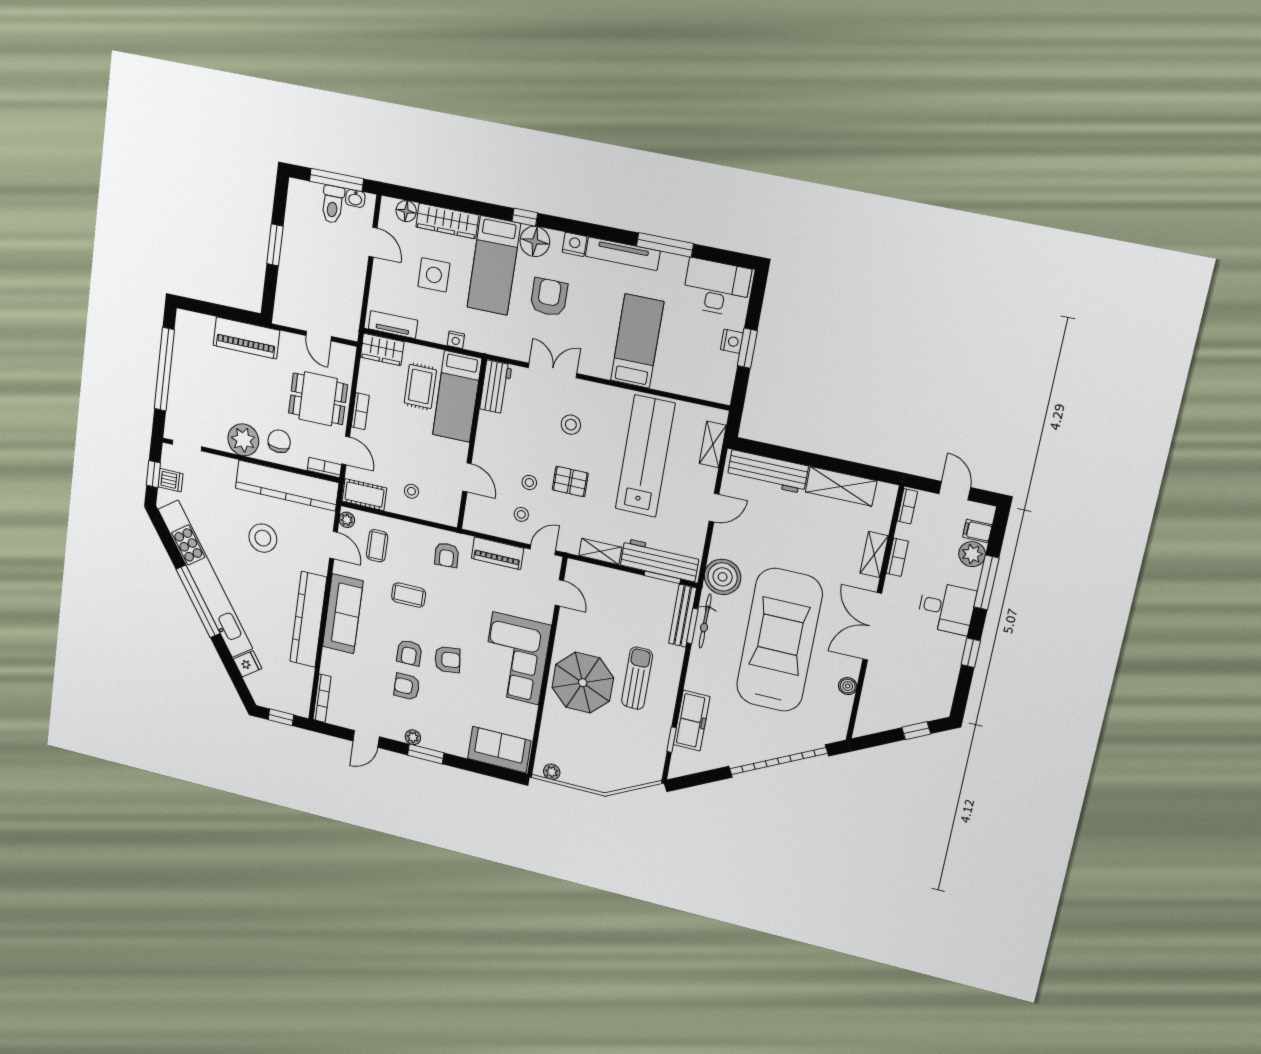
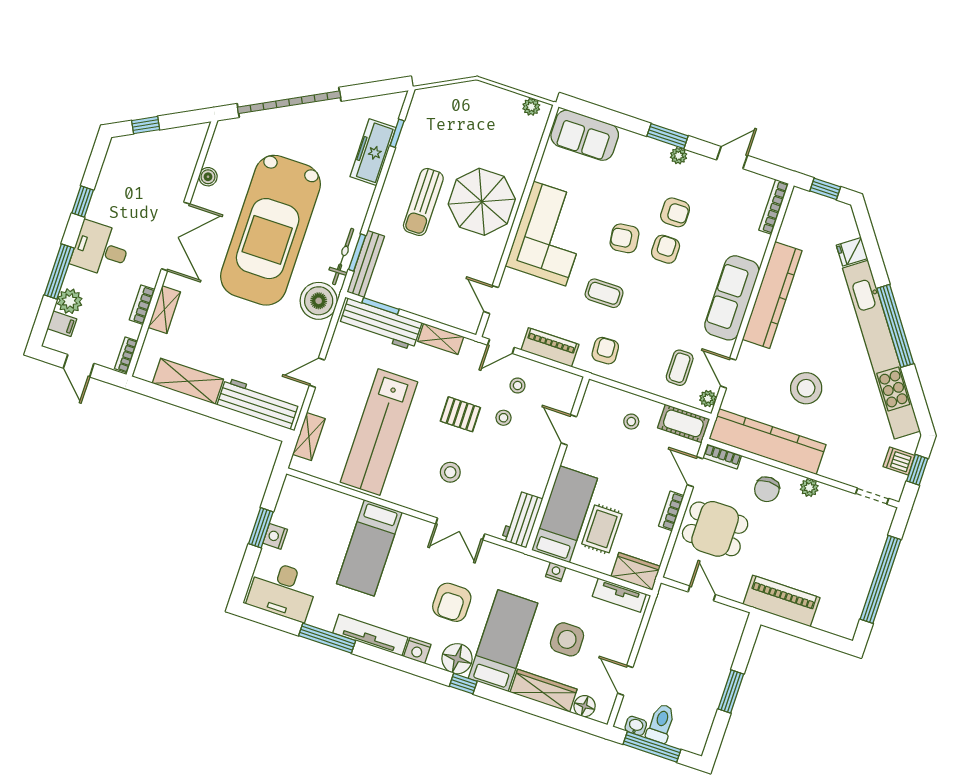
plant: (243, 440) -> (809, 488), width x0.53, depth x0.53
coffee table: (409, 595) -> (604, 293), moved

